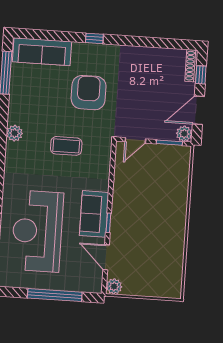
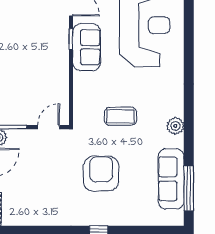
sofa: (42, 52) -> (171, 179), moved, turned -90
armchair: (89, 93) -> (101, 174), turned 180

